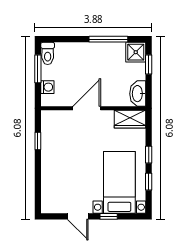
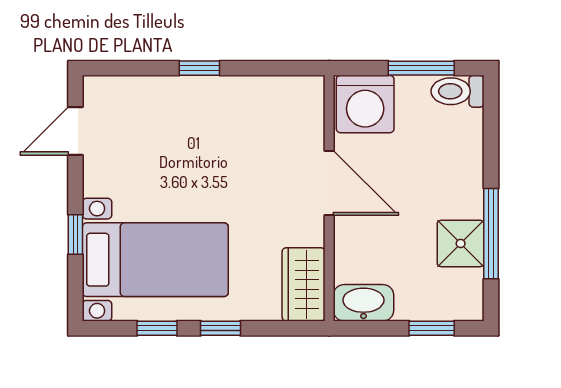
shower: (136, 52) -> (461, 243), moved
washing machine: (47, 87) -> (365, 104), width x1.89, depth x1.89
window: (38, 141) -> (199, 68), moved
door: (78, 216) -> (75, 131), moved

